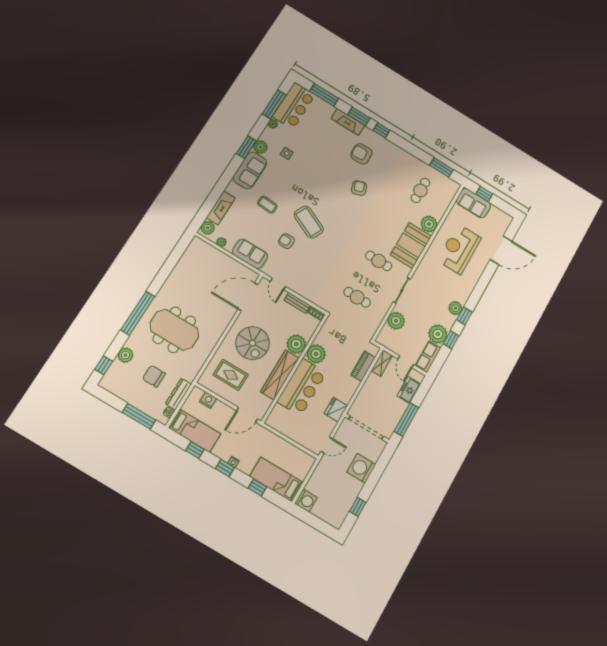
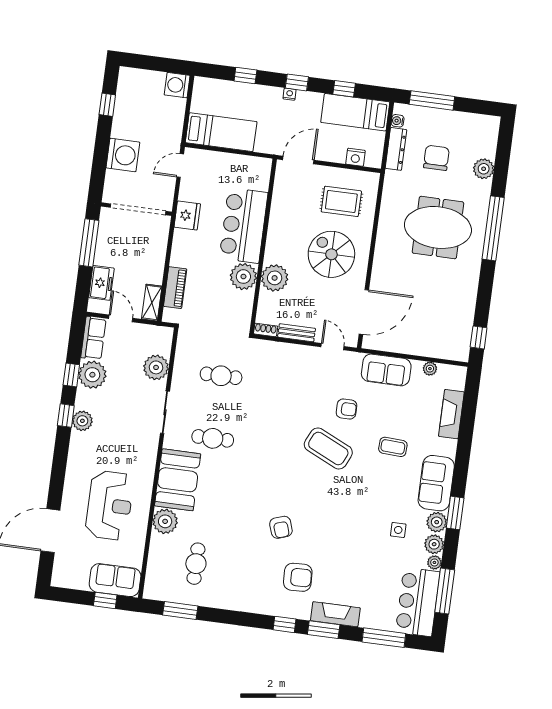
plant: (208, 228) -> (434, 544), moved
window: (104, 365) -> (479, 337), moved
wardrobe: (280, 375) -> (279, 229), removed
chair: (154, 376) -> (436, 158), turned -90
bed: (276, 479) -> (221, 132), moved

